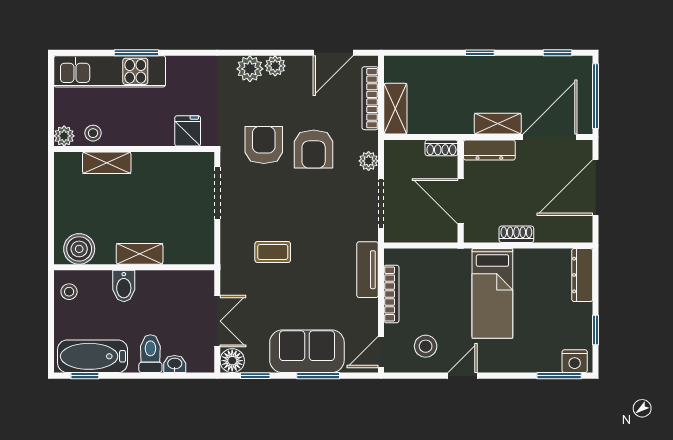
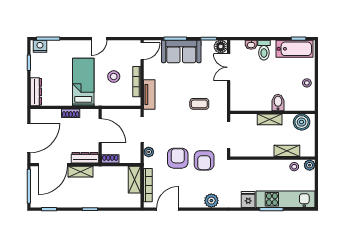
plant: (275, 66) -> (198, 202), removed
fridge: (188, 131) -> (248, 200), moved, turned 180
boiler: (79, 249) -> (302, 122), moved
shelving: (140, 254) -> (270, 119), moved
wall: (134, 267) -> (273, 112), moved
bidet: (124, 286) -> (278, 102), moved
stool: (426, 346) -> (114, 77), moved

